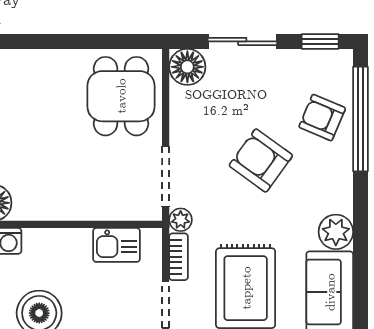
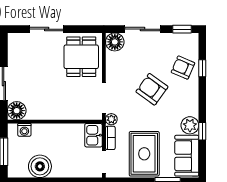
sliding door: (52, 41) -> (47, 29), added
window: (360, 119) -> (202, 68), width x0.32
window: (360, 244) -> (202, 131), added
kitchen sink: (116, 245) -> (93, 135), moved, turned 90

